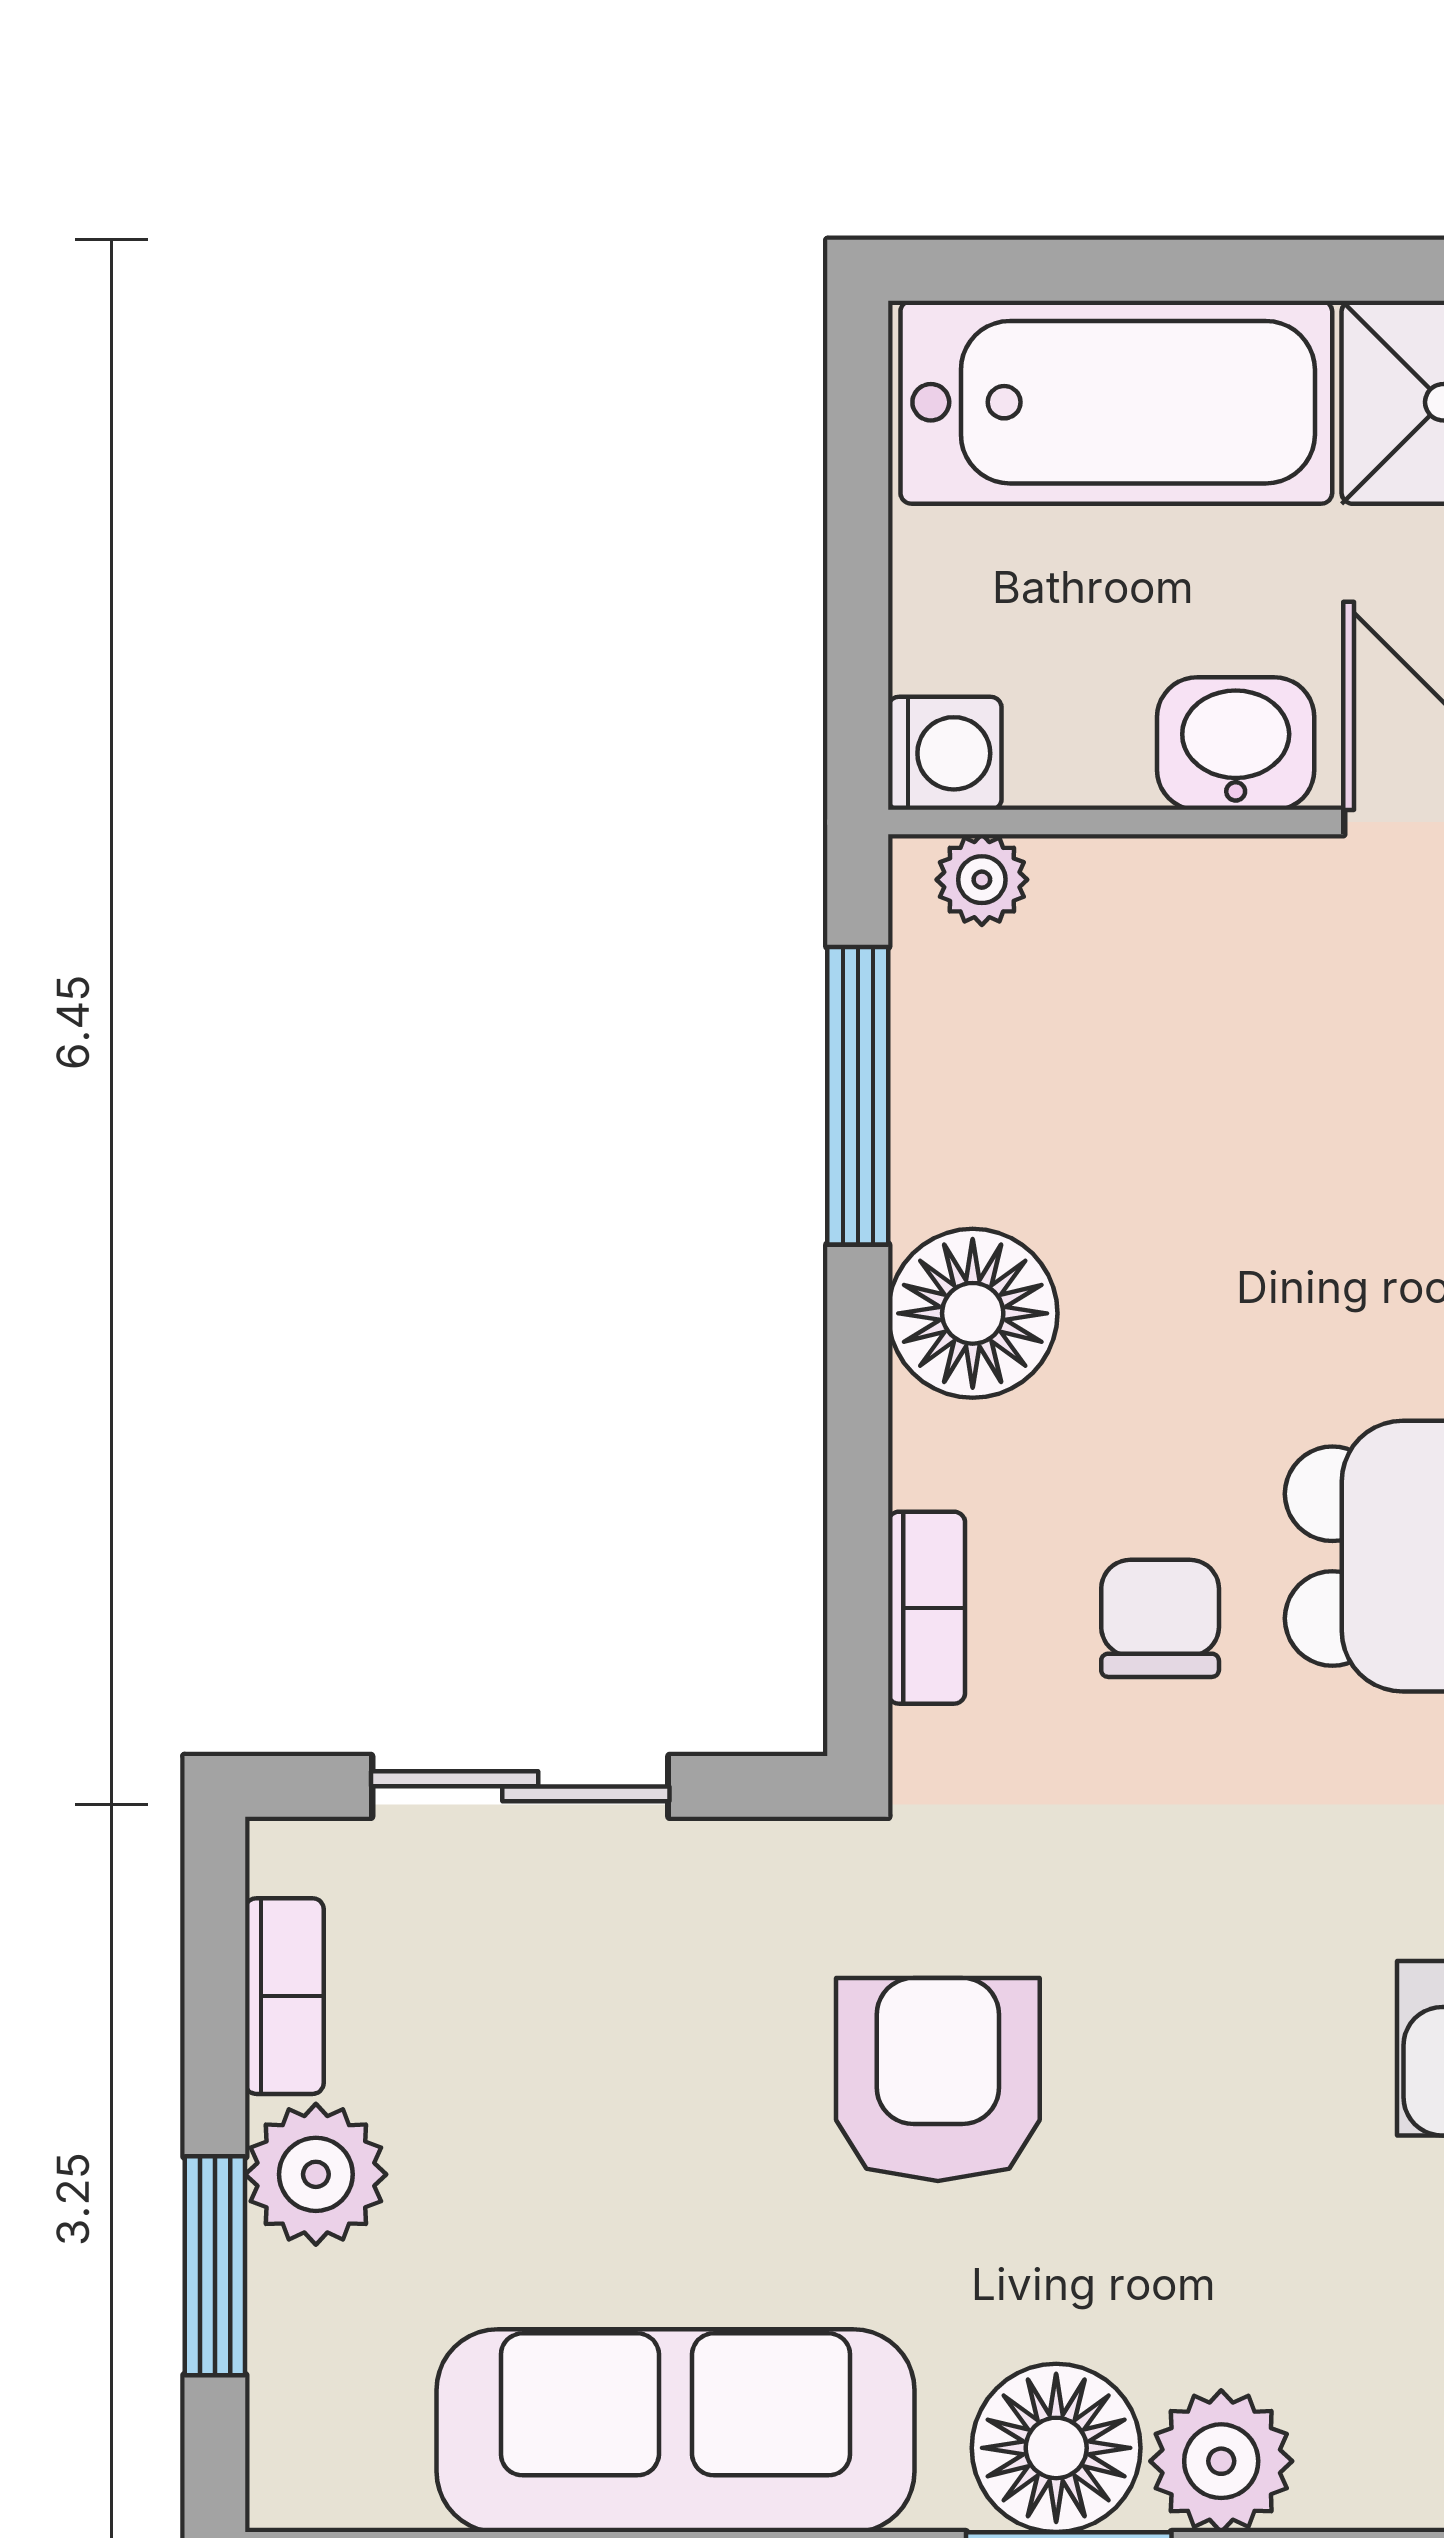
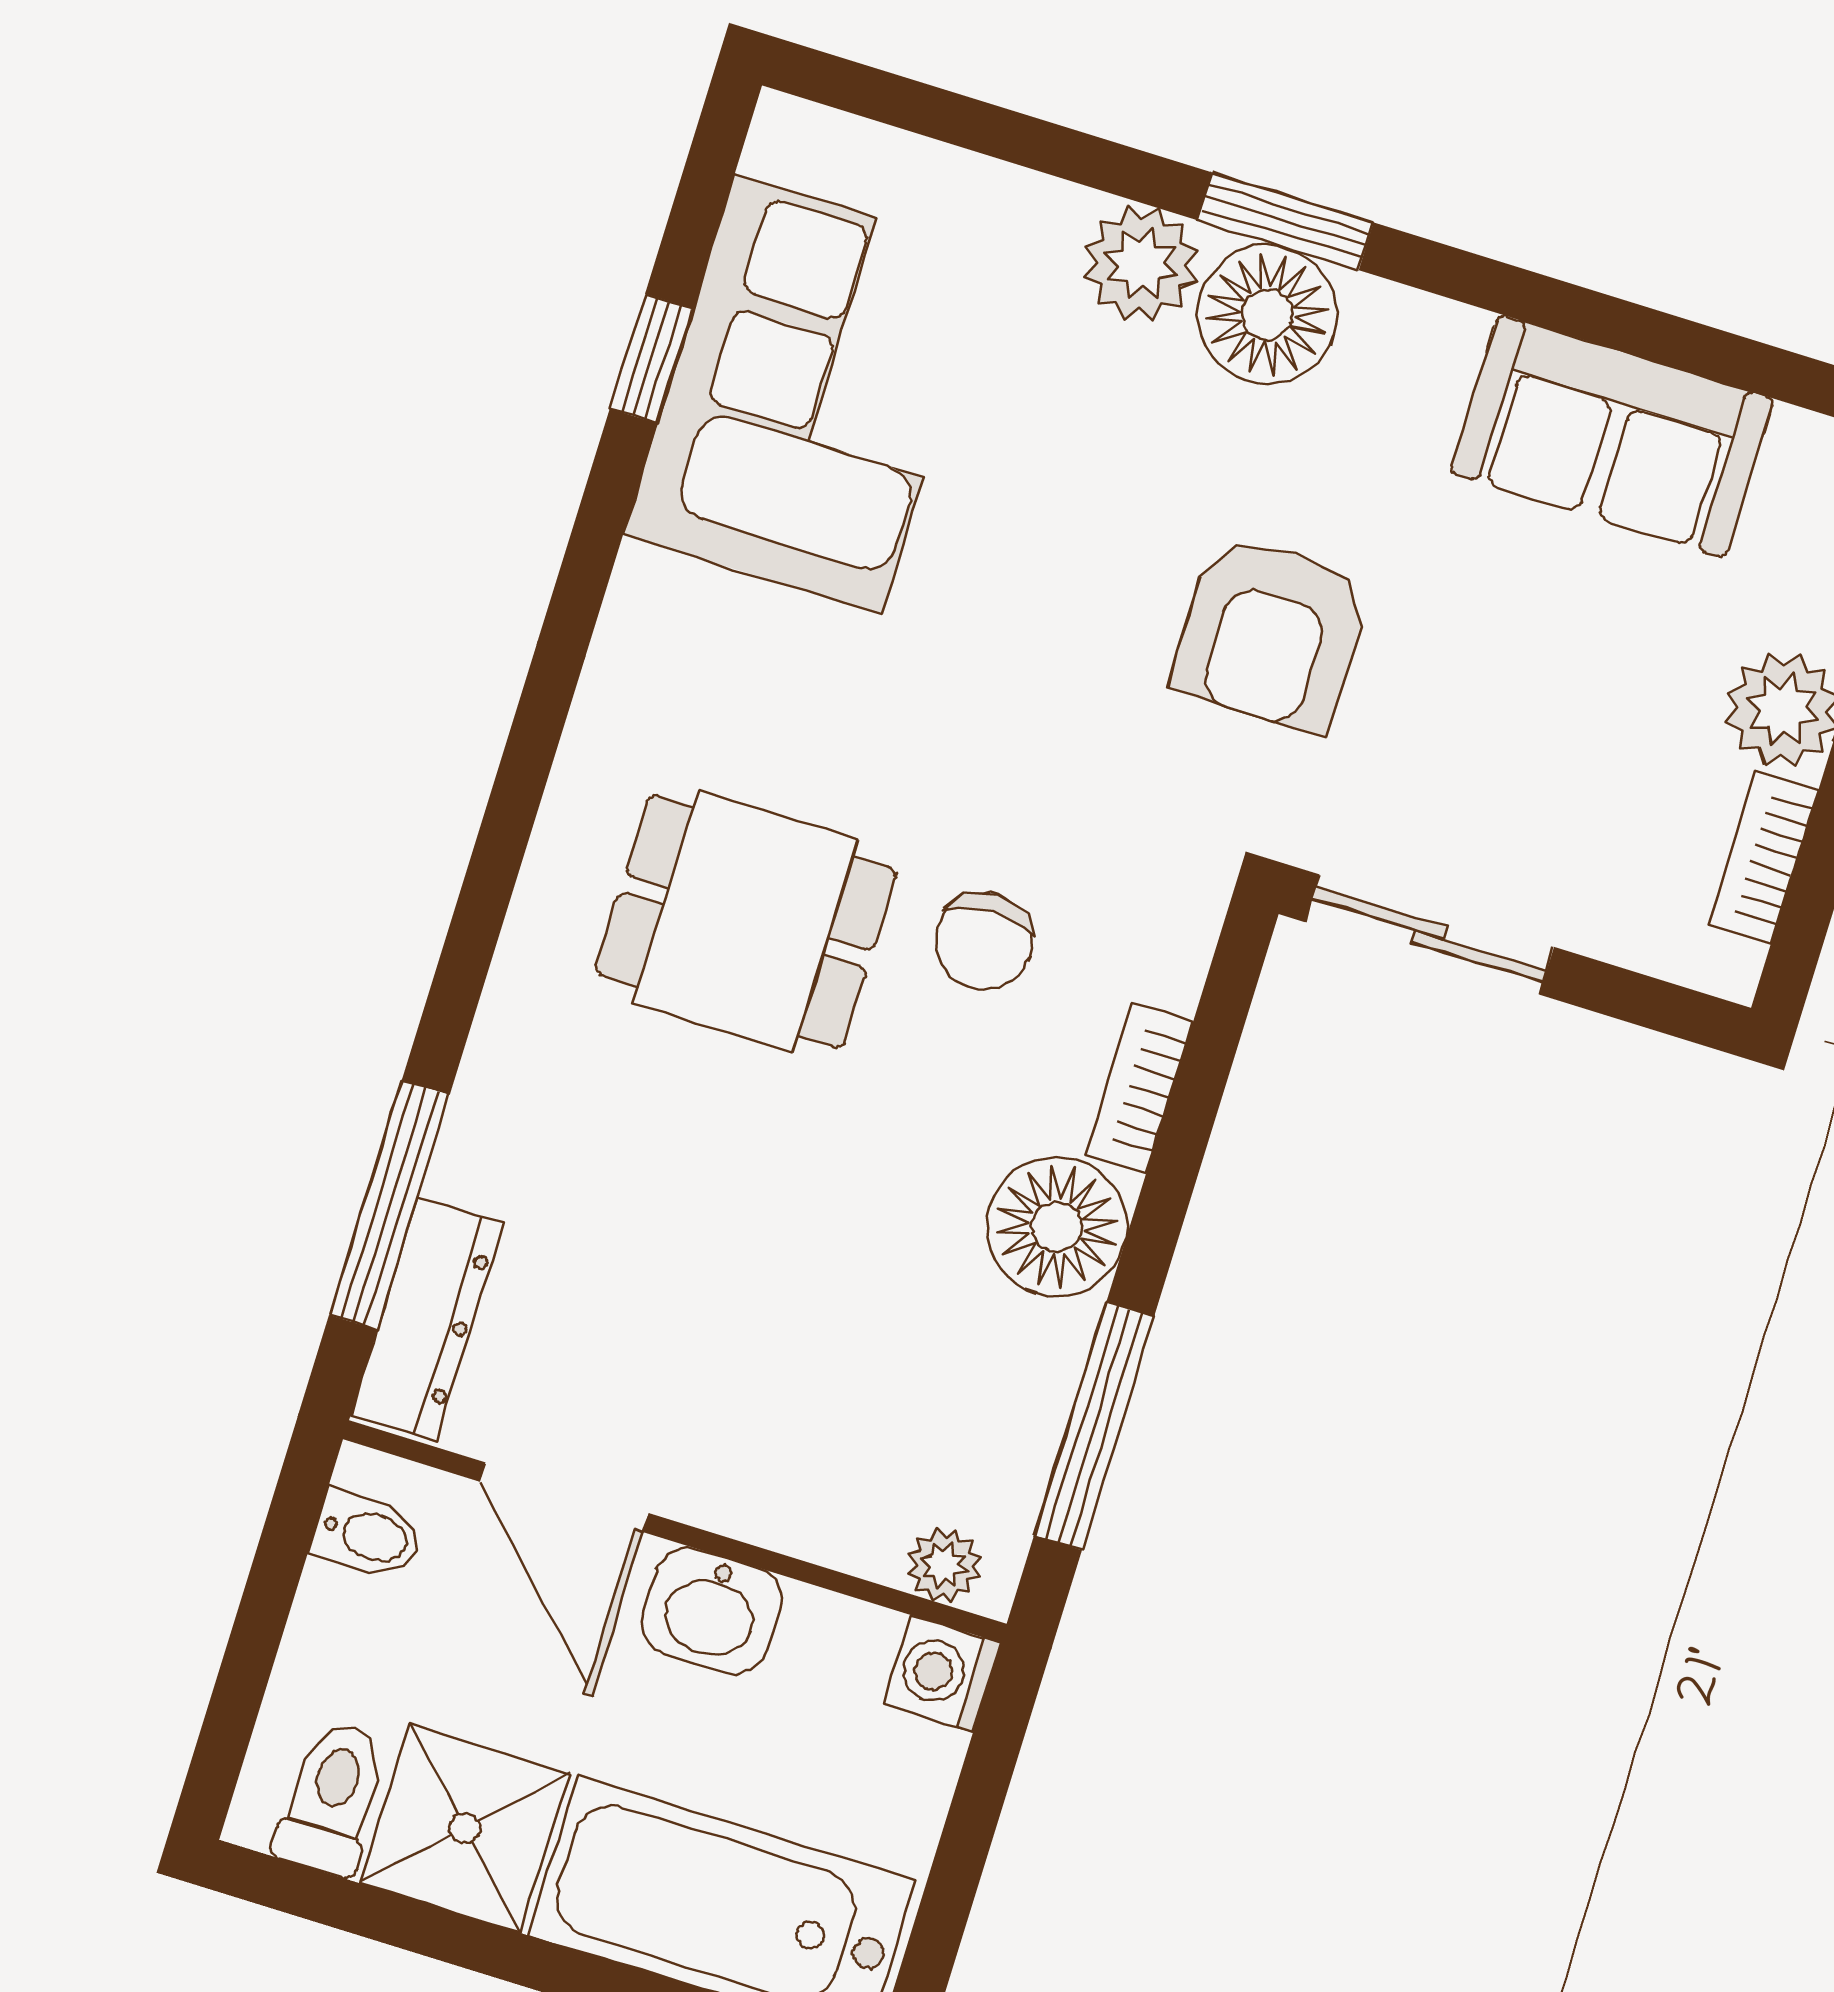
bookcase: (927, 1608) -> (1139, 1088), moved
sliding door: (520, 1786) -> (1429, 935), moved
sofa: (676, 2431) -> (1612, 436), width x0.73

